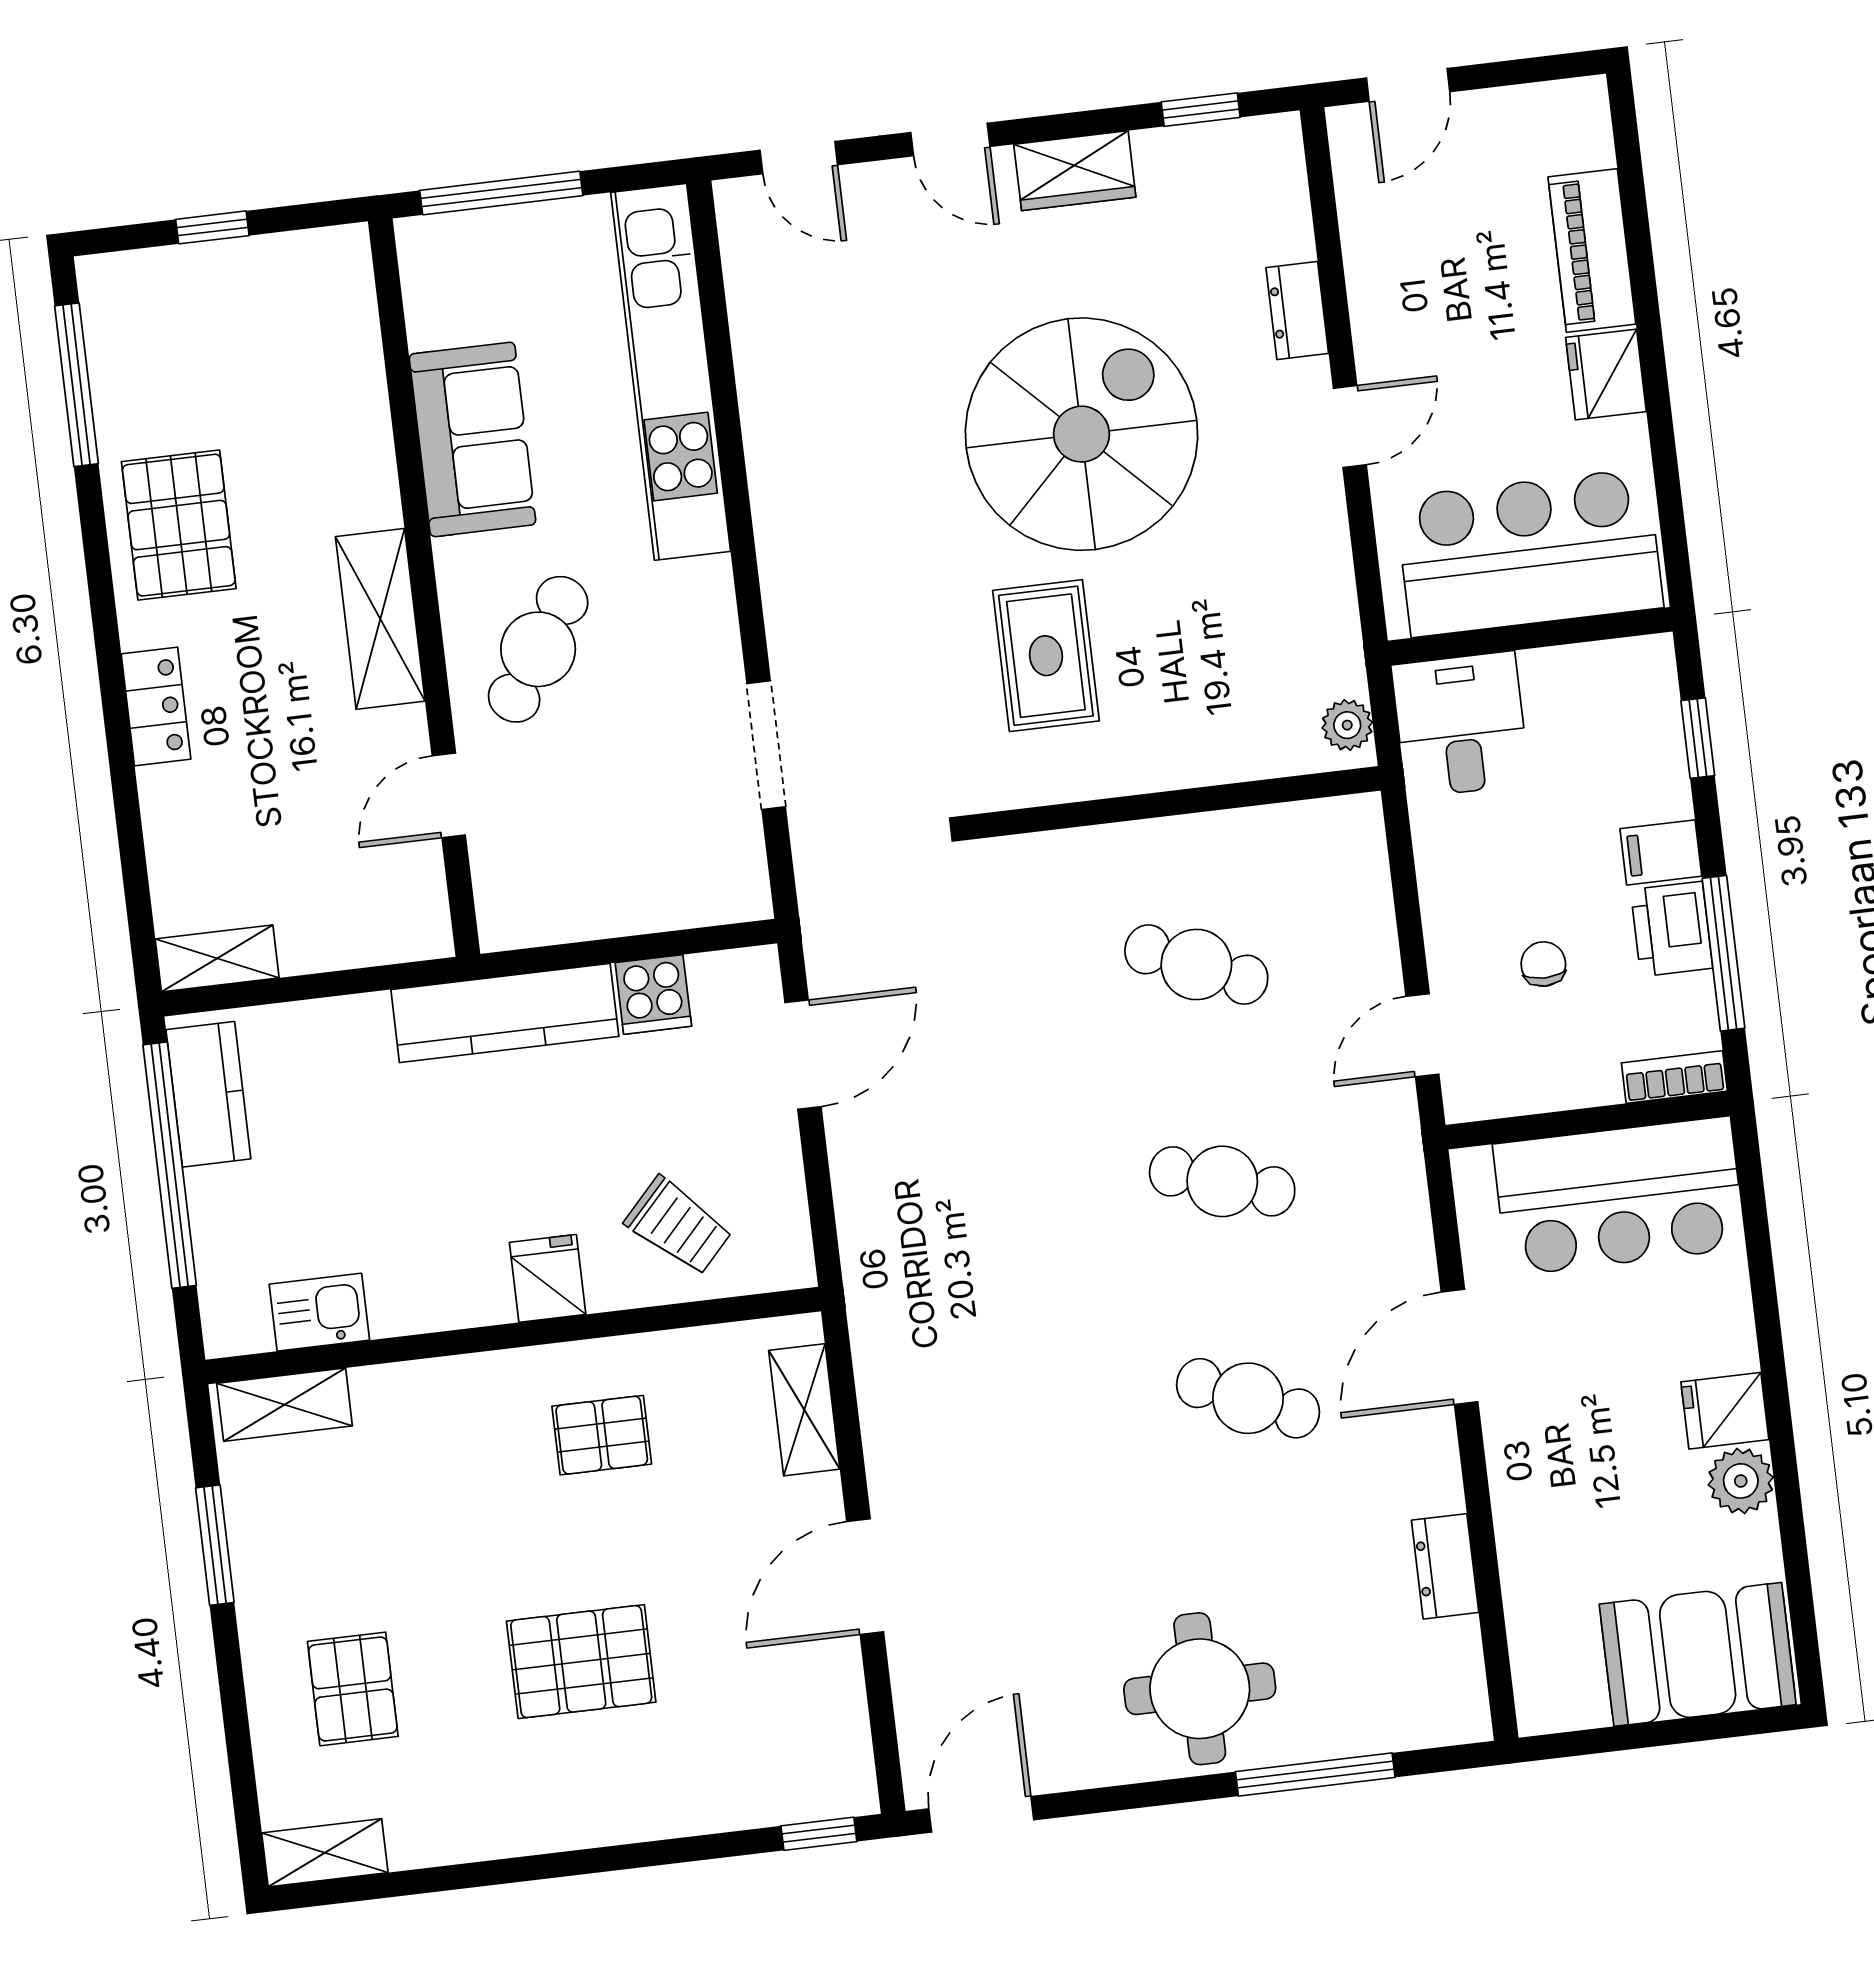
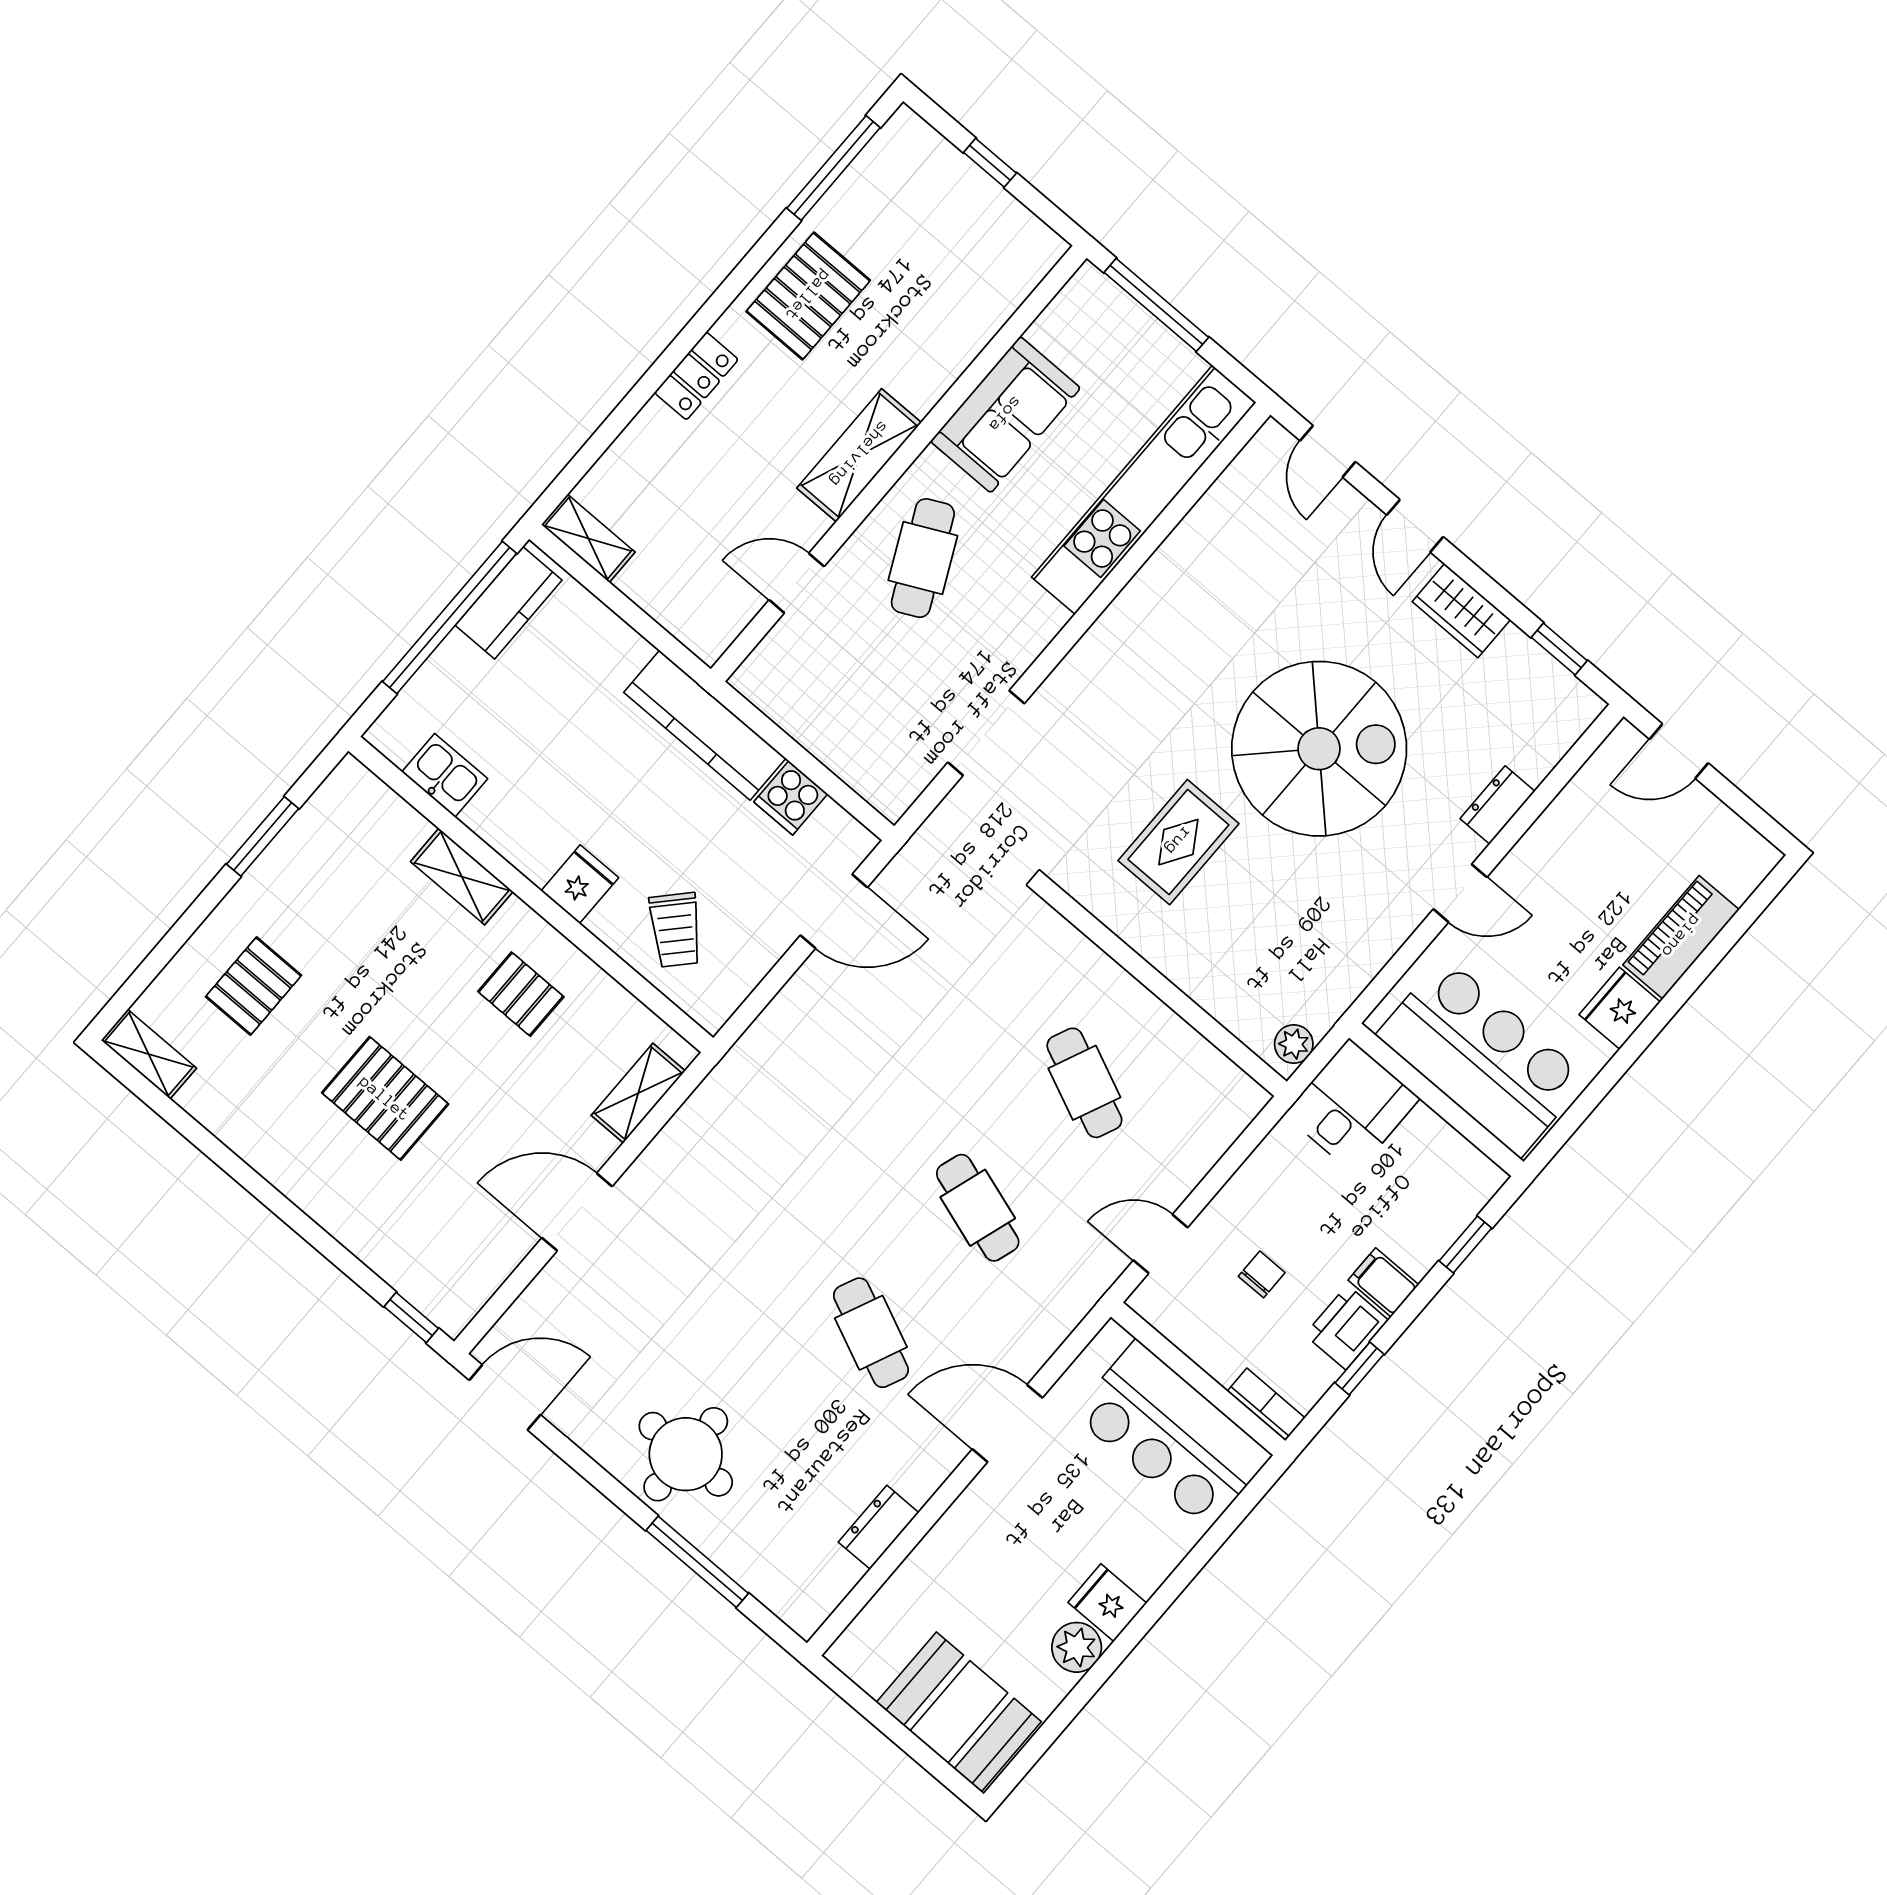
cafe table: (538, 649) -> (923, 558), turned -59
window: (1723, 953) -> (1360, 1369), width x0.46
shelving: (285, 1405) -> (462, 877), moved

